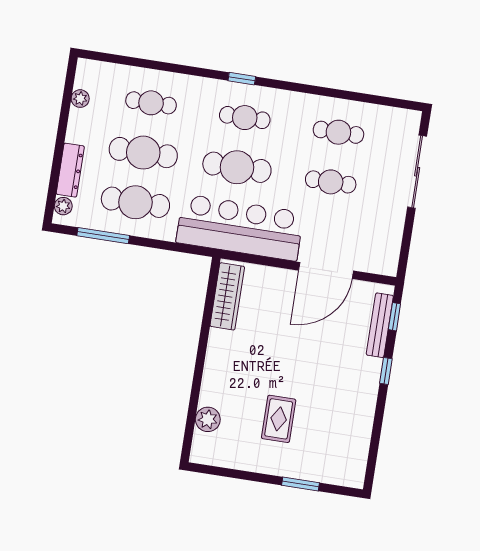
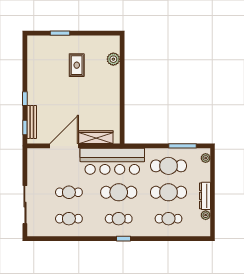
dresser: (70, 170) -> (205, 196), moved
wardrobe: (227, 296) -> (96, 137), moved, turned 90

